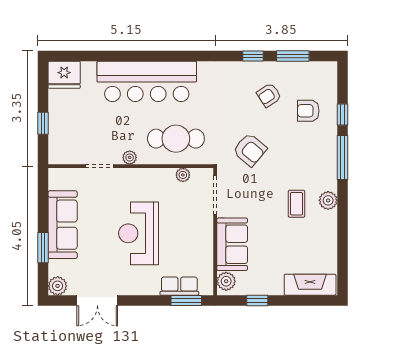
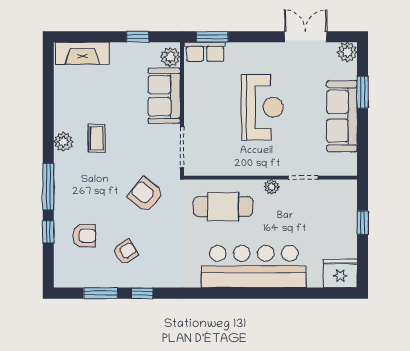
plant: (183, 175) -> (216, 168), removed
row of seats: (179, 286) -> (205, 52), moved

